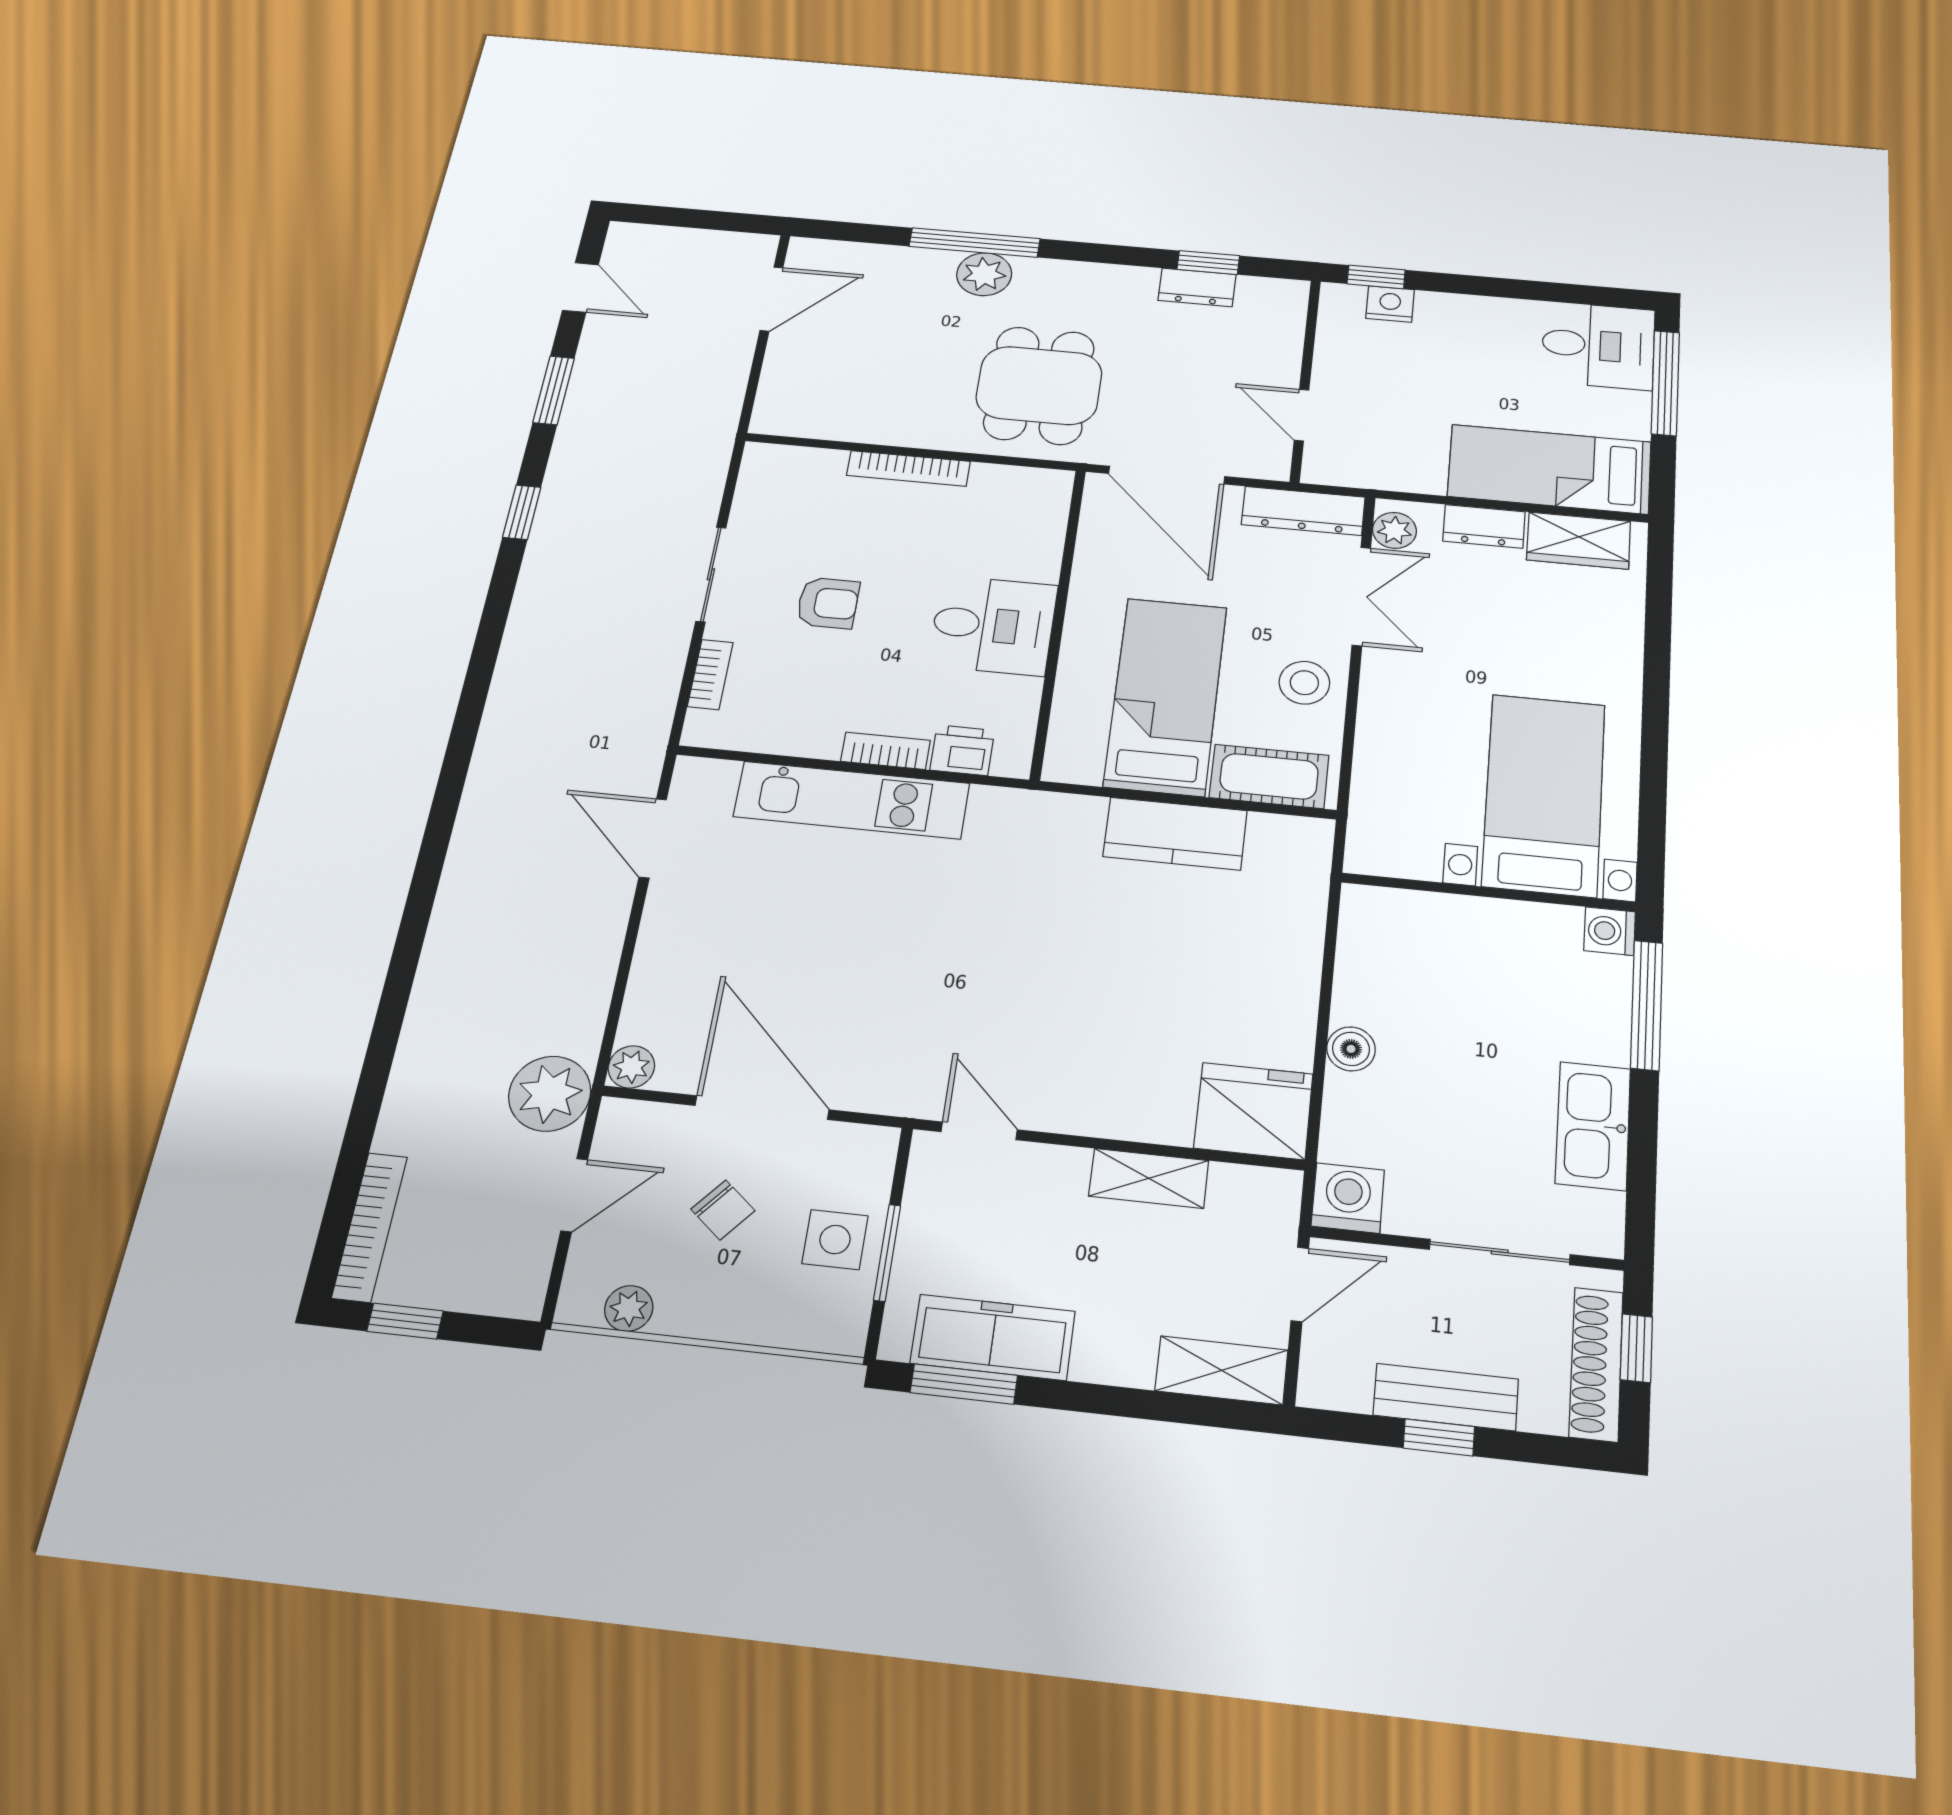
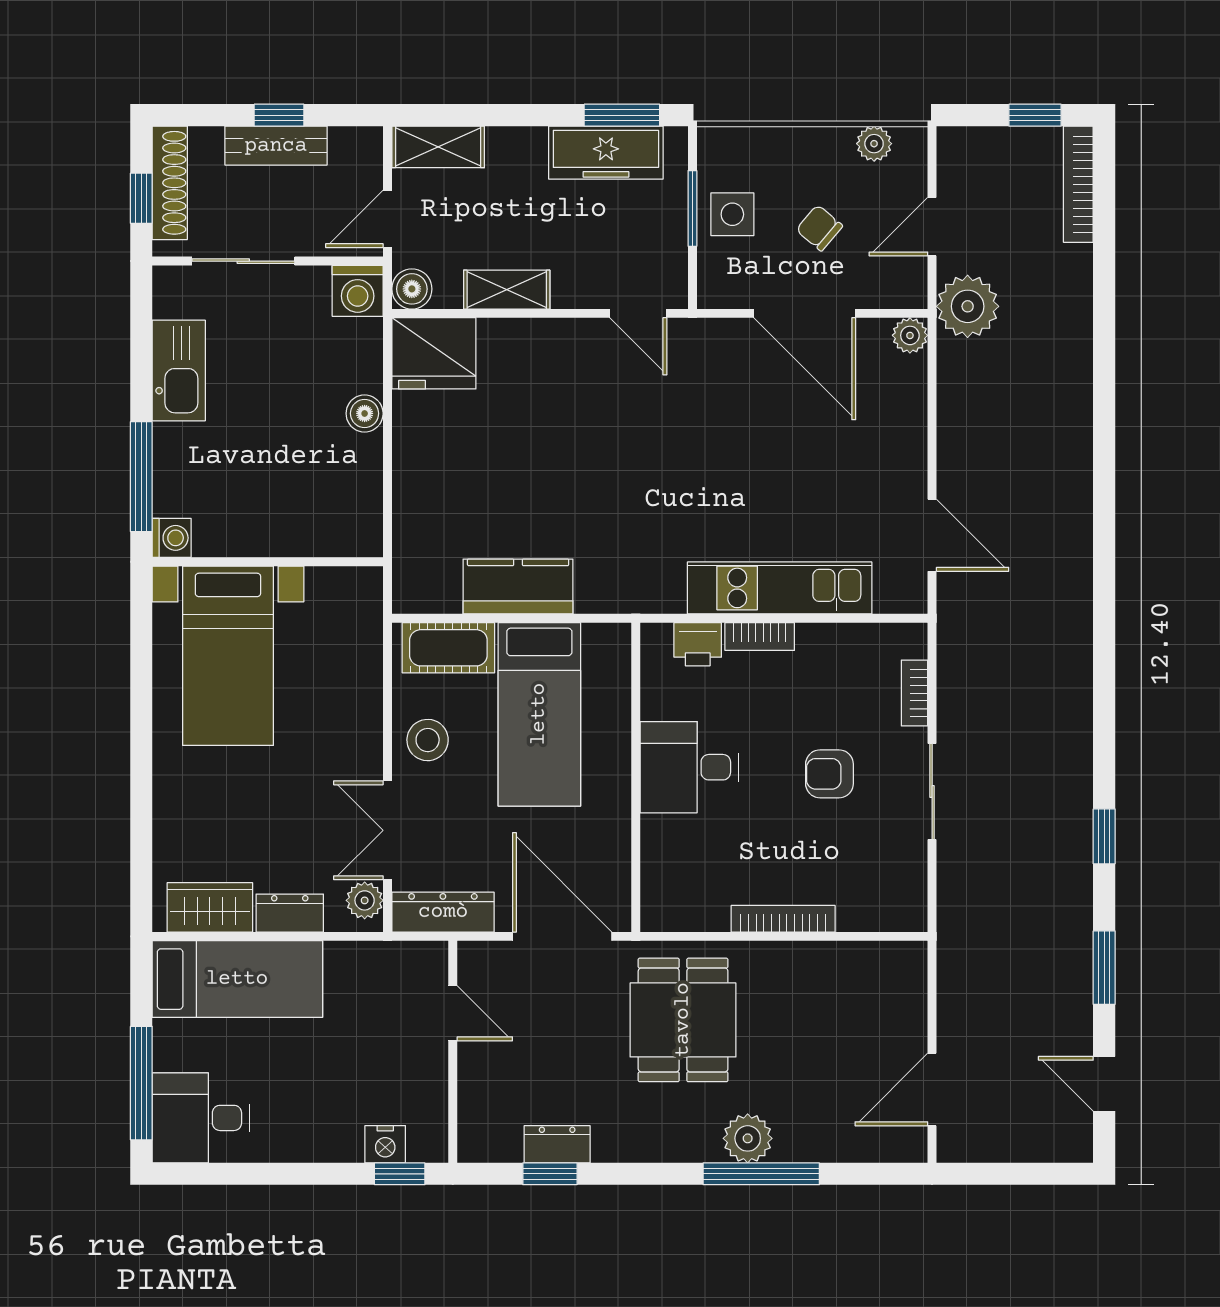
boiler: (1275, 1193) -> (412, 289), added

